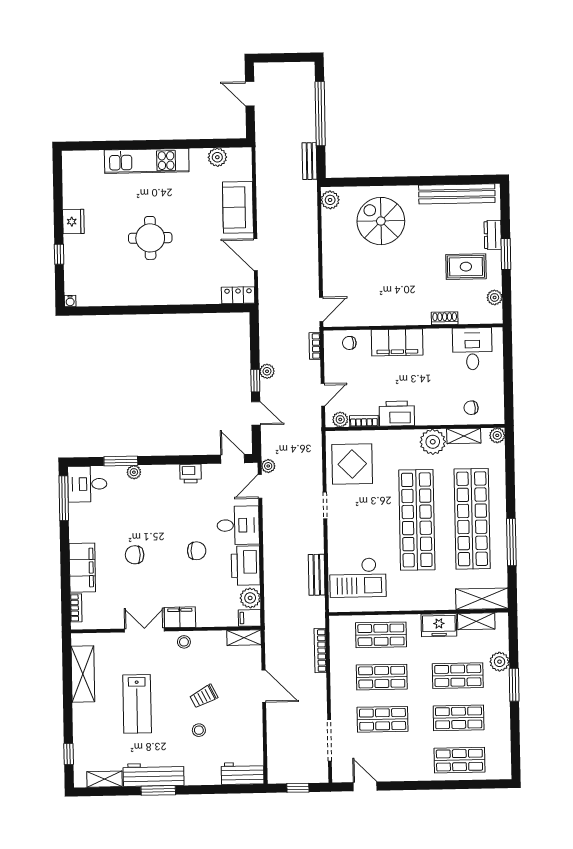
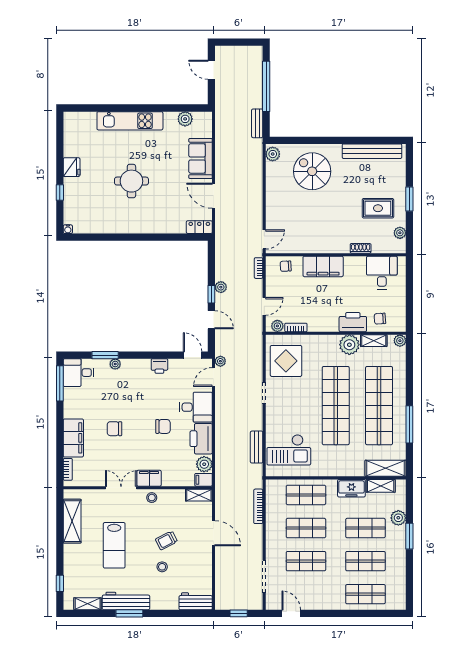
dresser: (493, 235) -> (399, 184), removed
printer: (397, 414) -> (353, 322), moved

